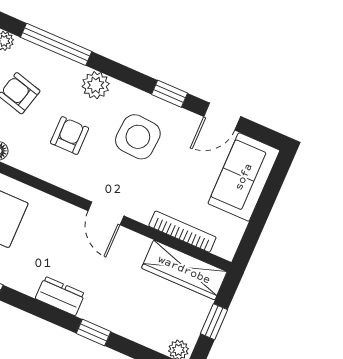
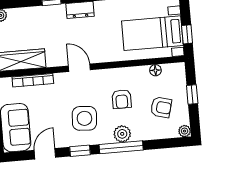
window: (56, 44) -> (121, 147), moved

